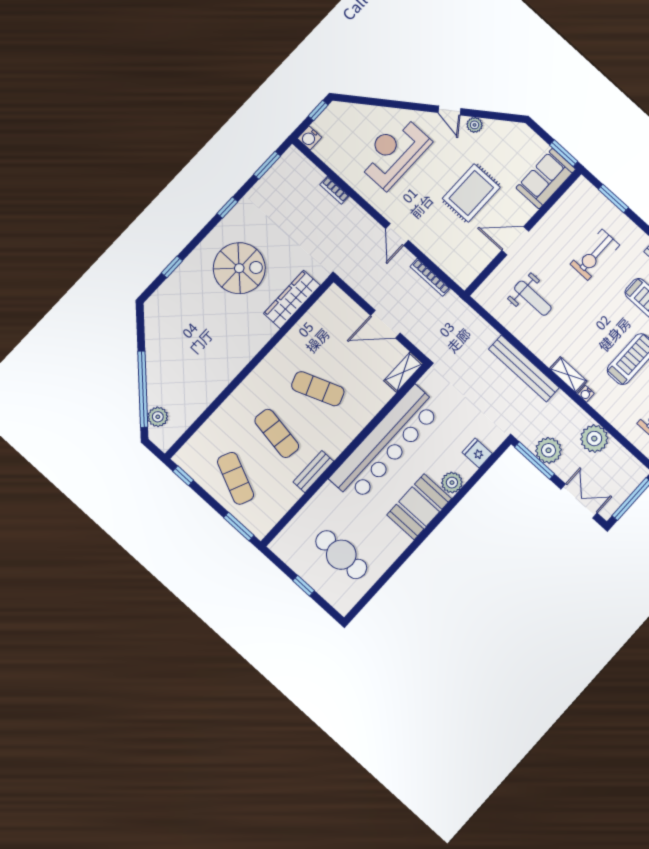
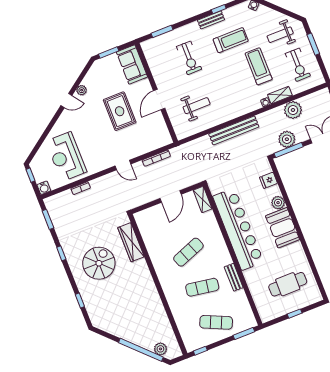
reception desk: (394, 152) -> (66, 157), moved
window: (564, 153) -> (109, 52), moved
shelving: (568, 375) -> (280, 95), moved

